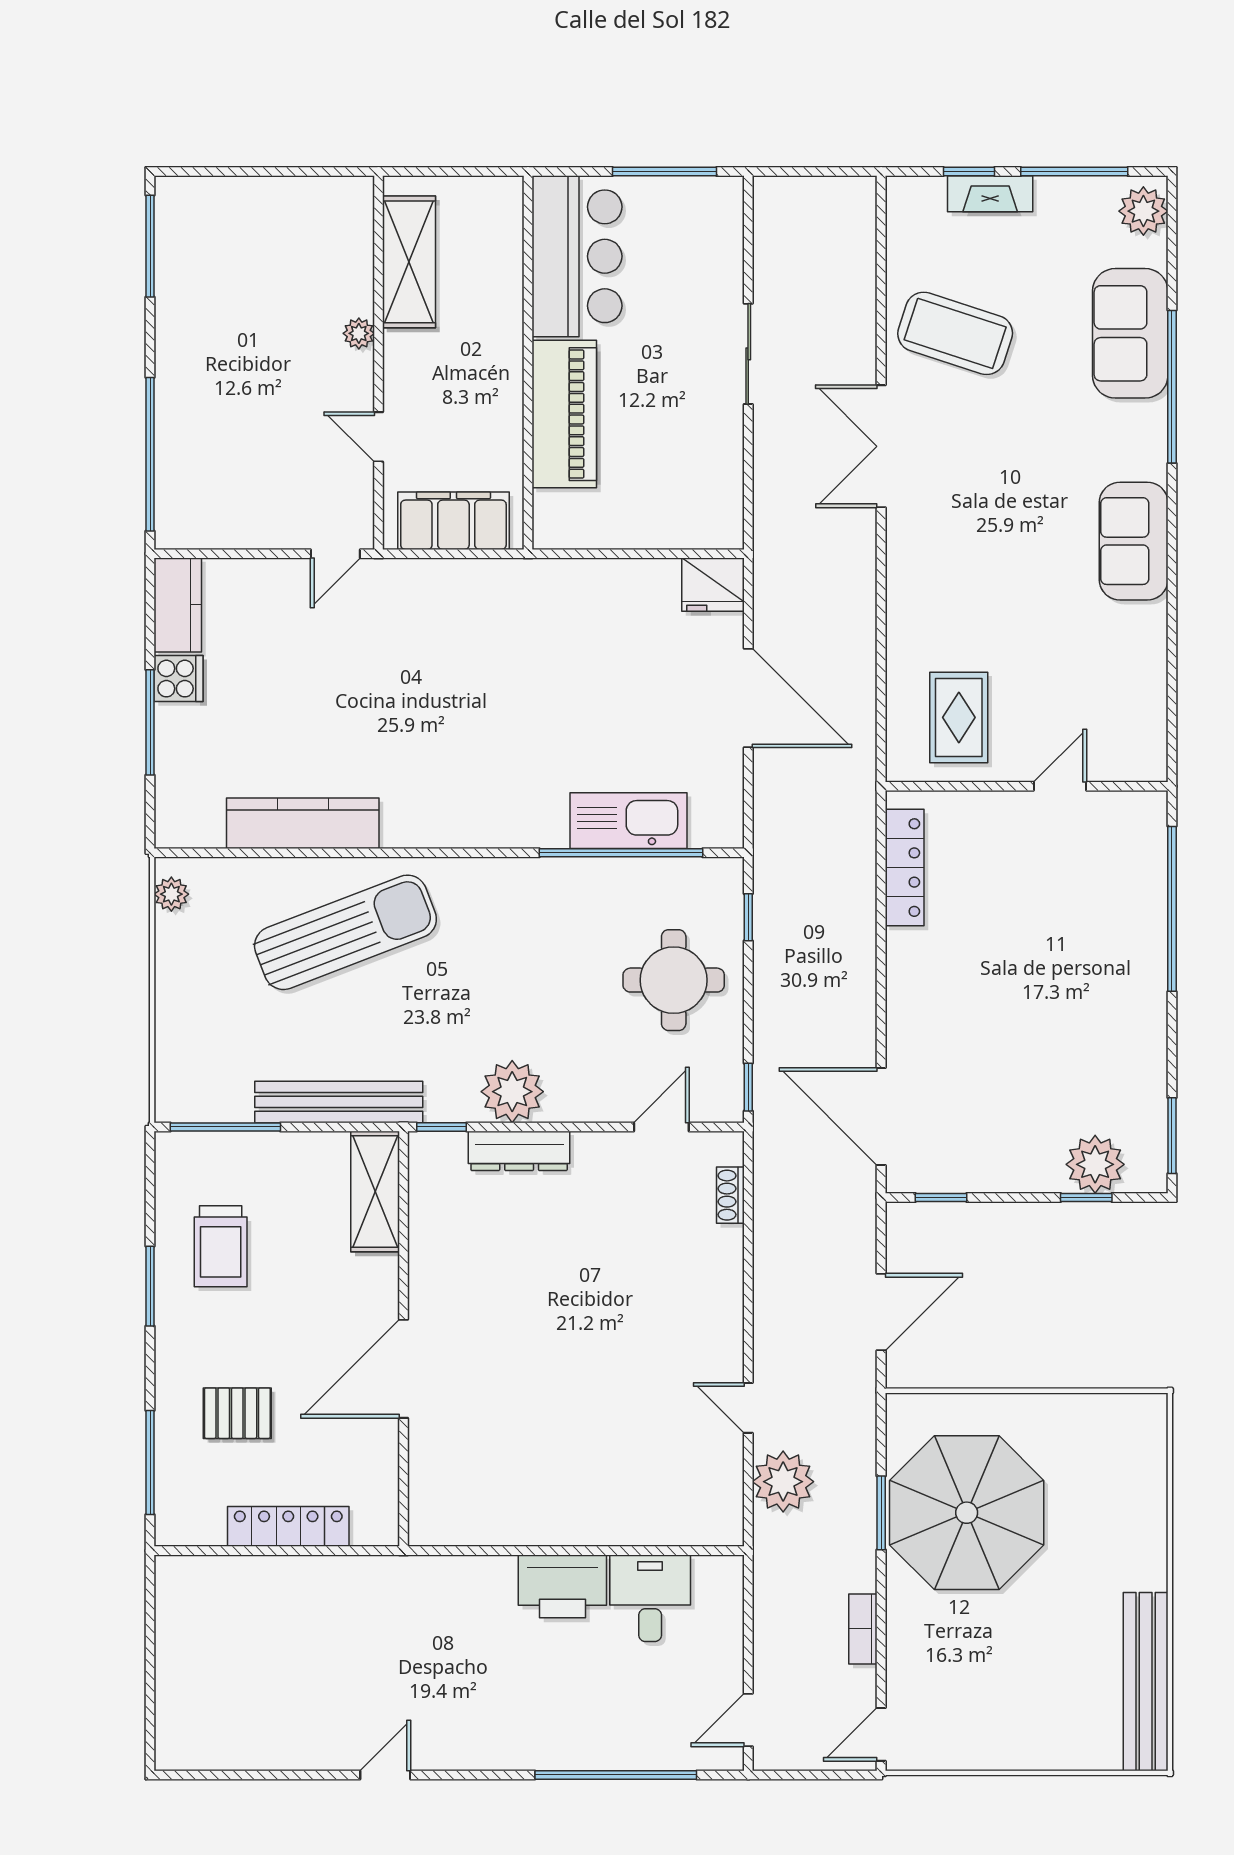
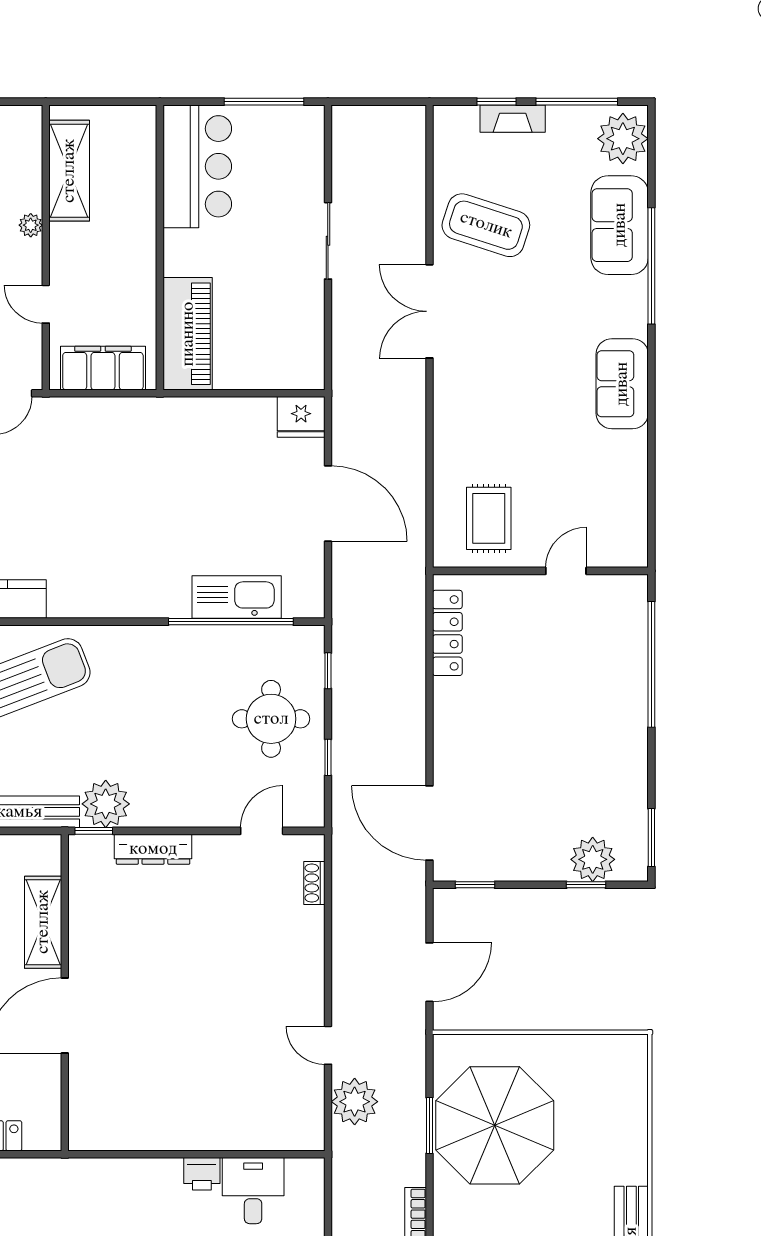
plant: (1143, 211) -> (623, 139), width x1.36, depth x1.36
piano: (564, 414) -> (188, 334), moved
window: (748, 1087) -> (328, 757), moved
plant: (512, 1092) -> (106, 804), moved
shelving: (375, 1191) -> (43, 922), moved
printer: (562, 1586) -> (202, 1174), width x0.53, depth x0.68

